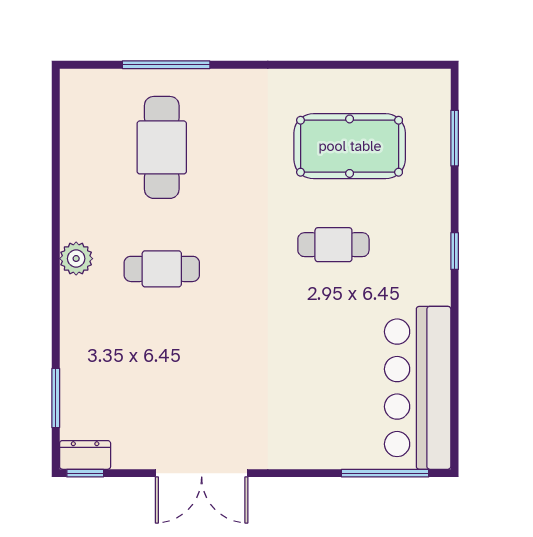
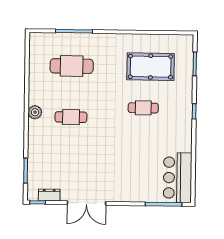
cafe table: (162, 147) -> (72, 66), turned 90
bar counter: (418, 388) -> (178, 178), width x0.73
dresser: (85, 455) -> (49, 195), moved

